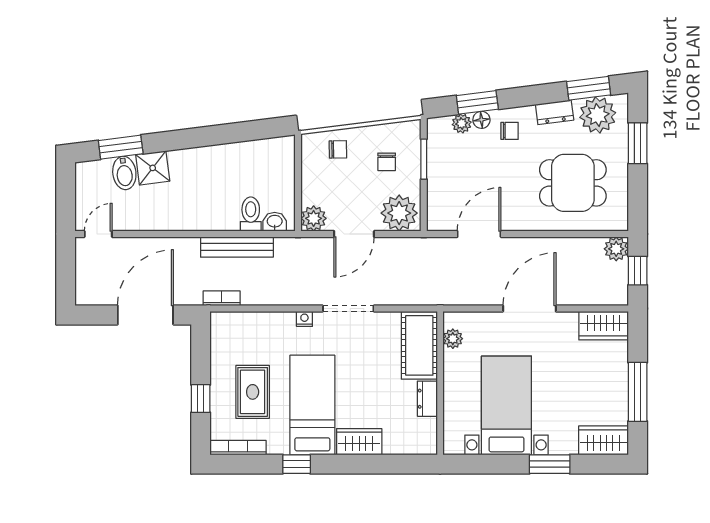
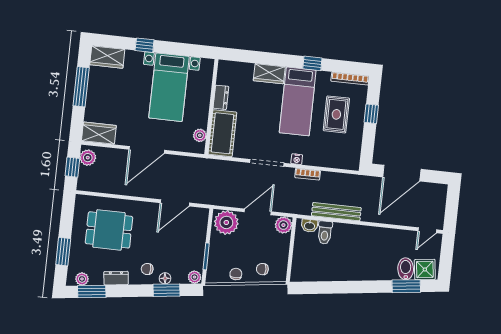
plant: (598, 115) -> (82, 279), width x0.53, depth x0.53
plant: (462, 123) -> (194, 277), moved
chair: (387, 162) -> (236, 274), moved
shower: (153, 168) -> (425, 269), moved
plant: (616, 249) -> (88, 158), moved
bookcase: (222, 298) -> (308, 174), moved
window: (550, 464) -> (145, 45), width x0.67

